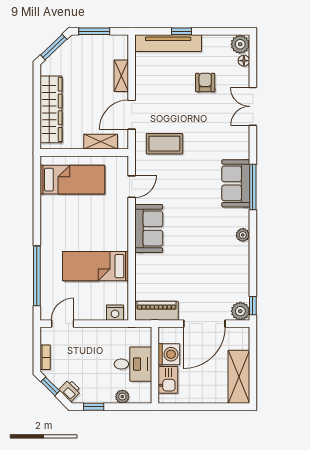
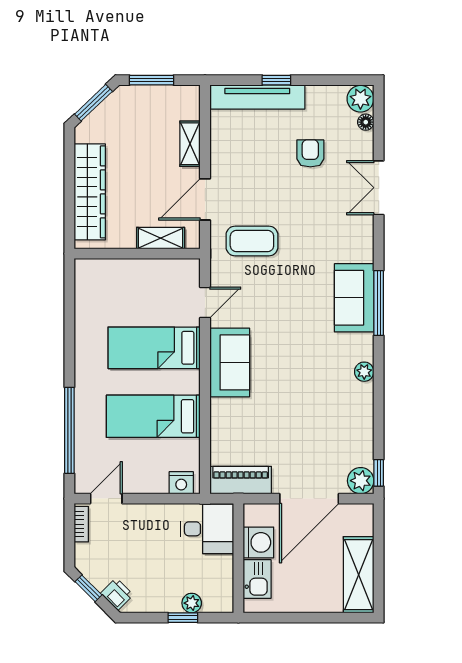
bed: (72, 180) -> (154, 348), moved, turned 180
bookcase: (45, 357) -> (81, 524), moved
desk: (133, 364) -> (207, 529), moved
window: (94, 407) -> (183, 618), moved

